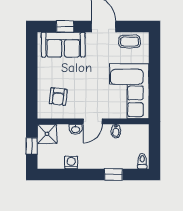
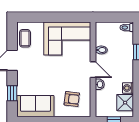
sofa: (63, 45) -> (35, 106), moved, turned -90
shower: (47, 134) -> (125, 103), moved

